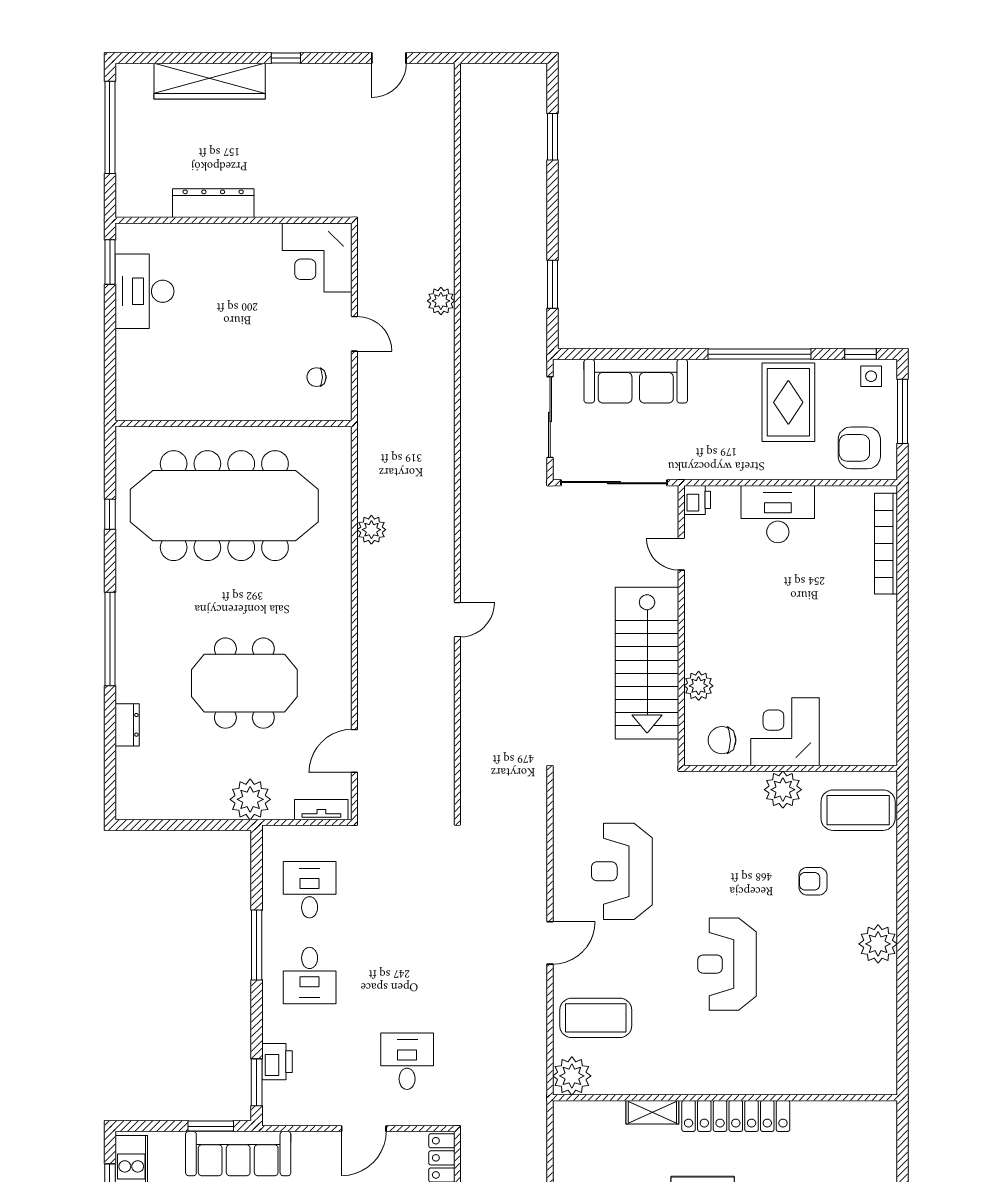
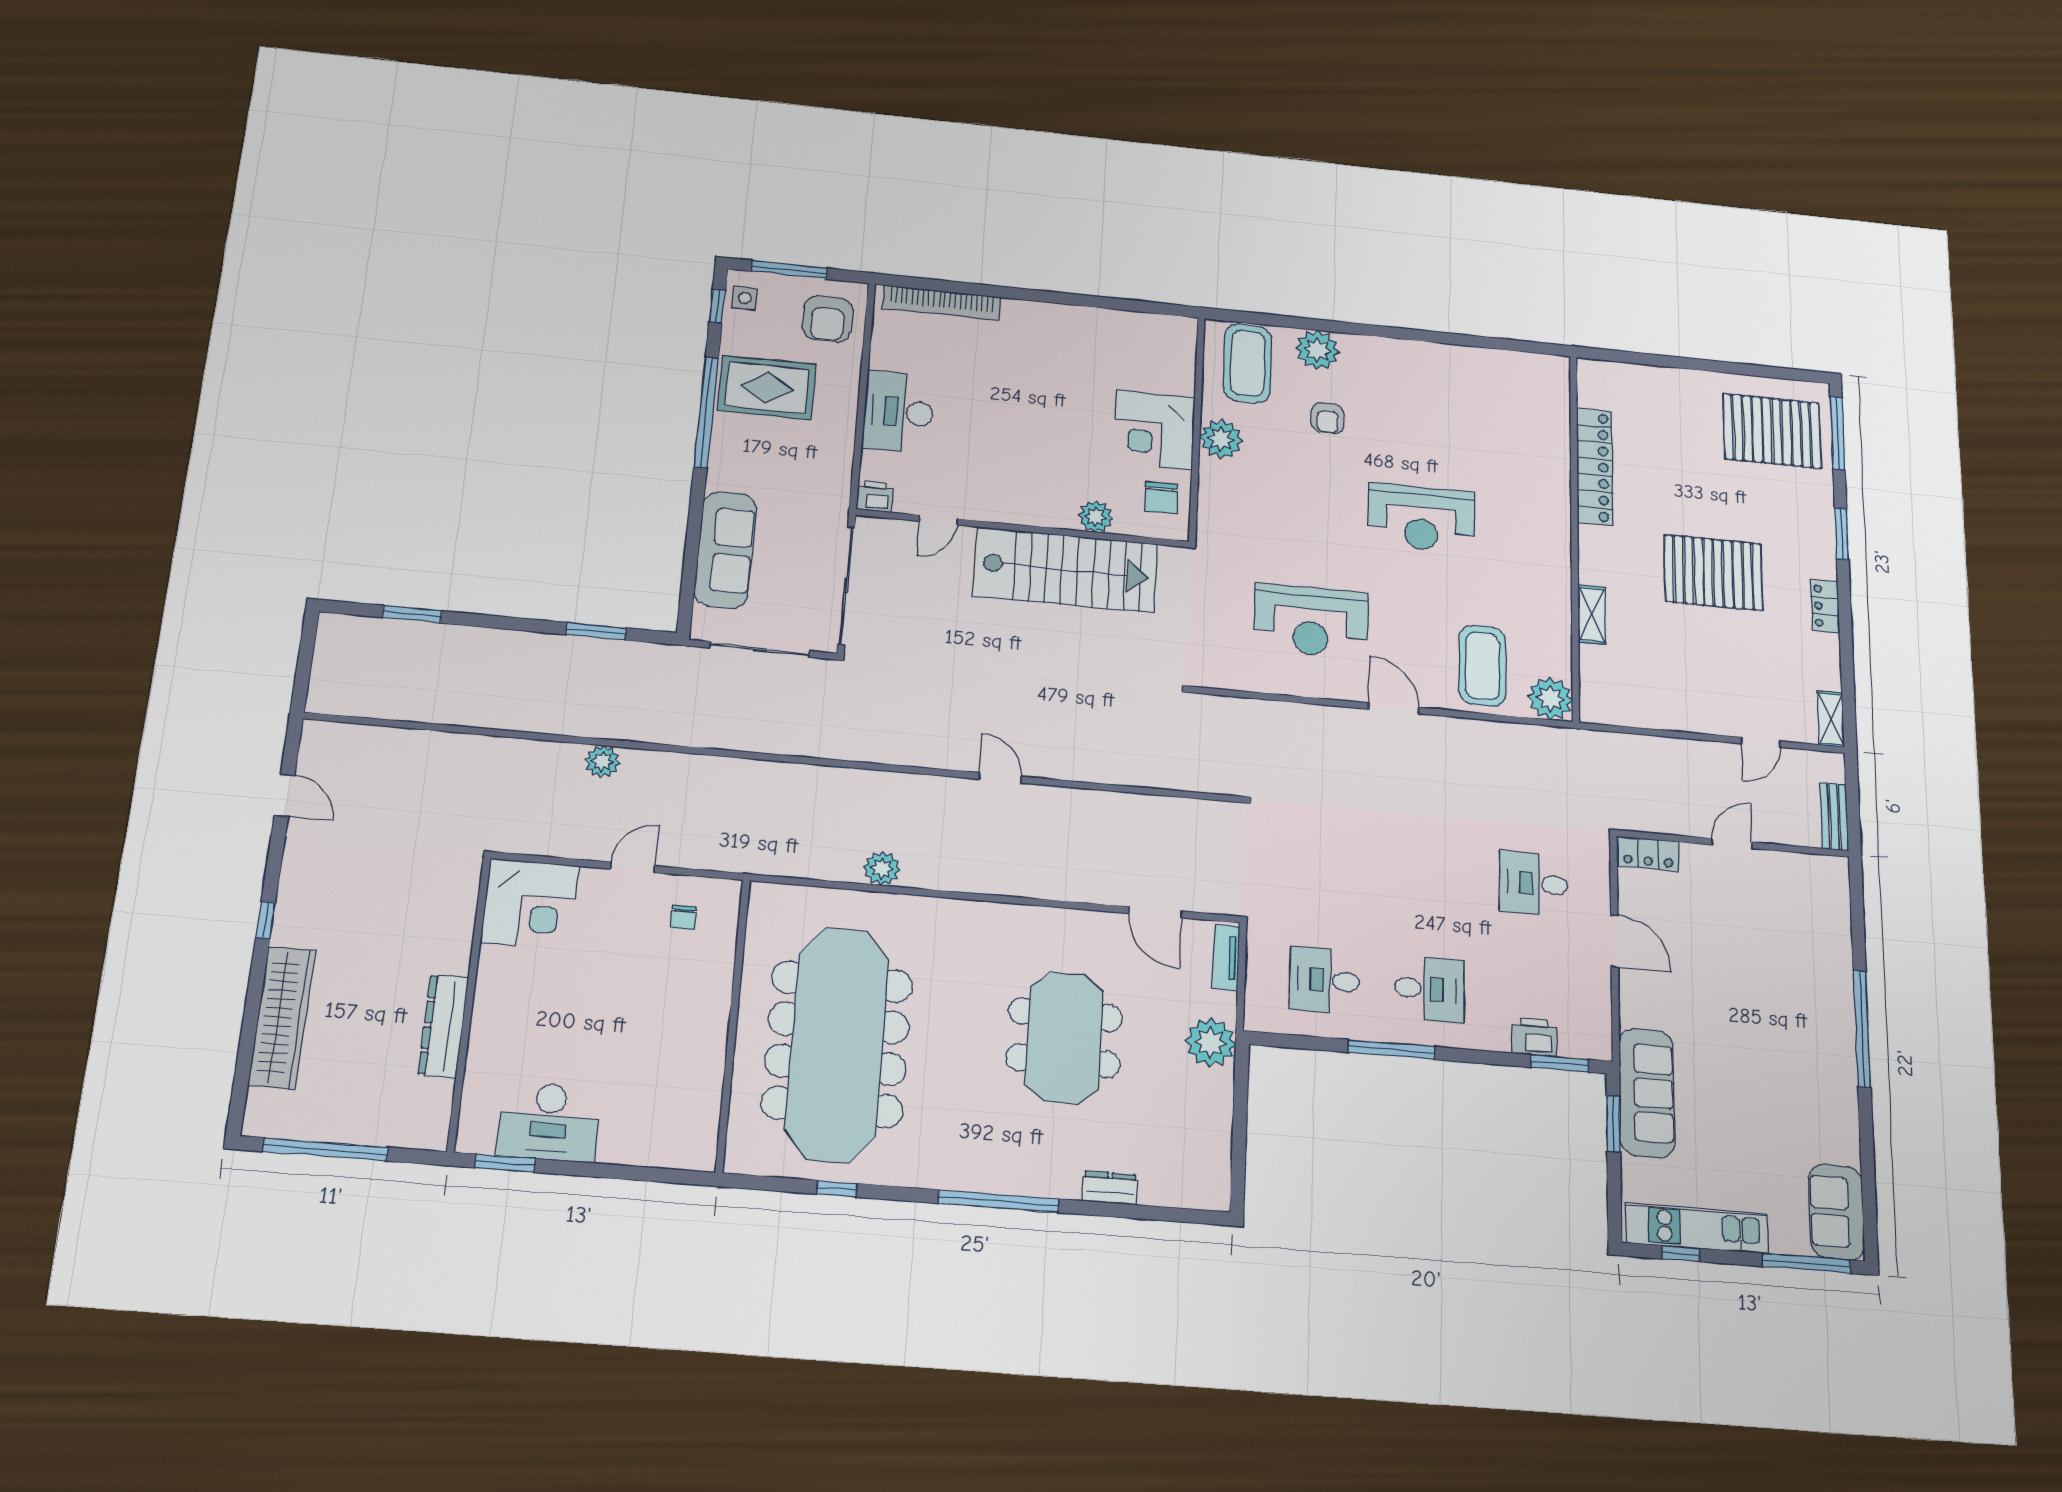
plant: (878, 944) -> (1317, 350), moved
locker: (736, 1116) -> (1595, 467), moved

